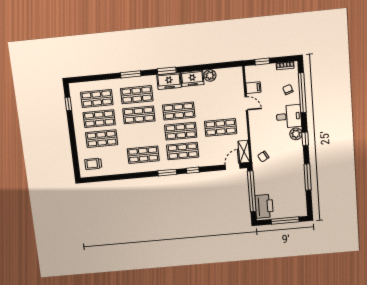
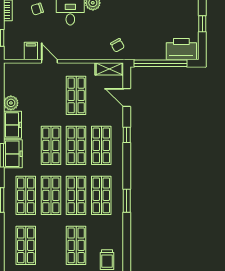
door: (246, 103) -> (49, 61), hinge flipped
shop shelf: (99, 119) -> (76, 195), moved
door: (233, 167) -> (127, 97), moved
window: (167, 173) -> (127, 201), moved
window: (285, 220) -> (202, 24), width x0.46

